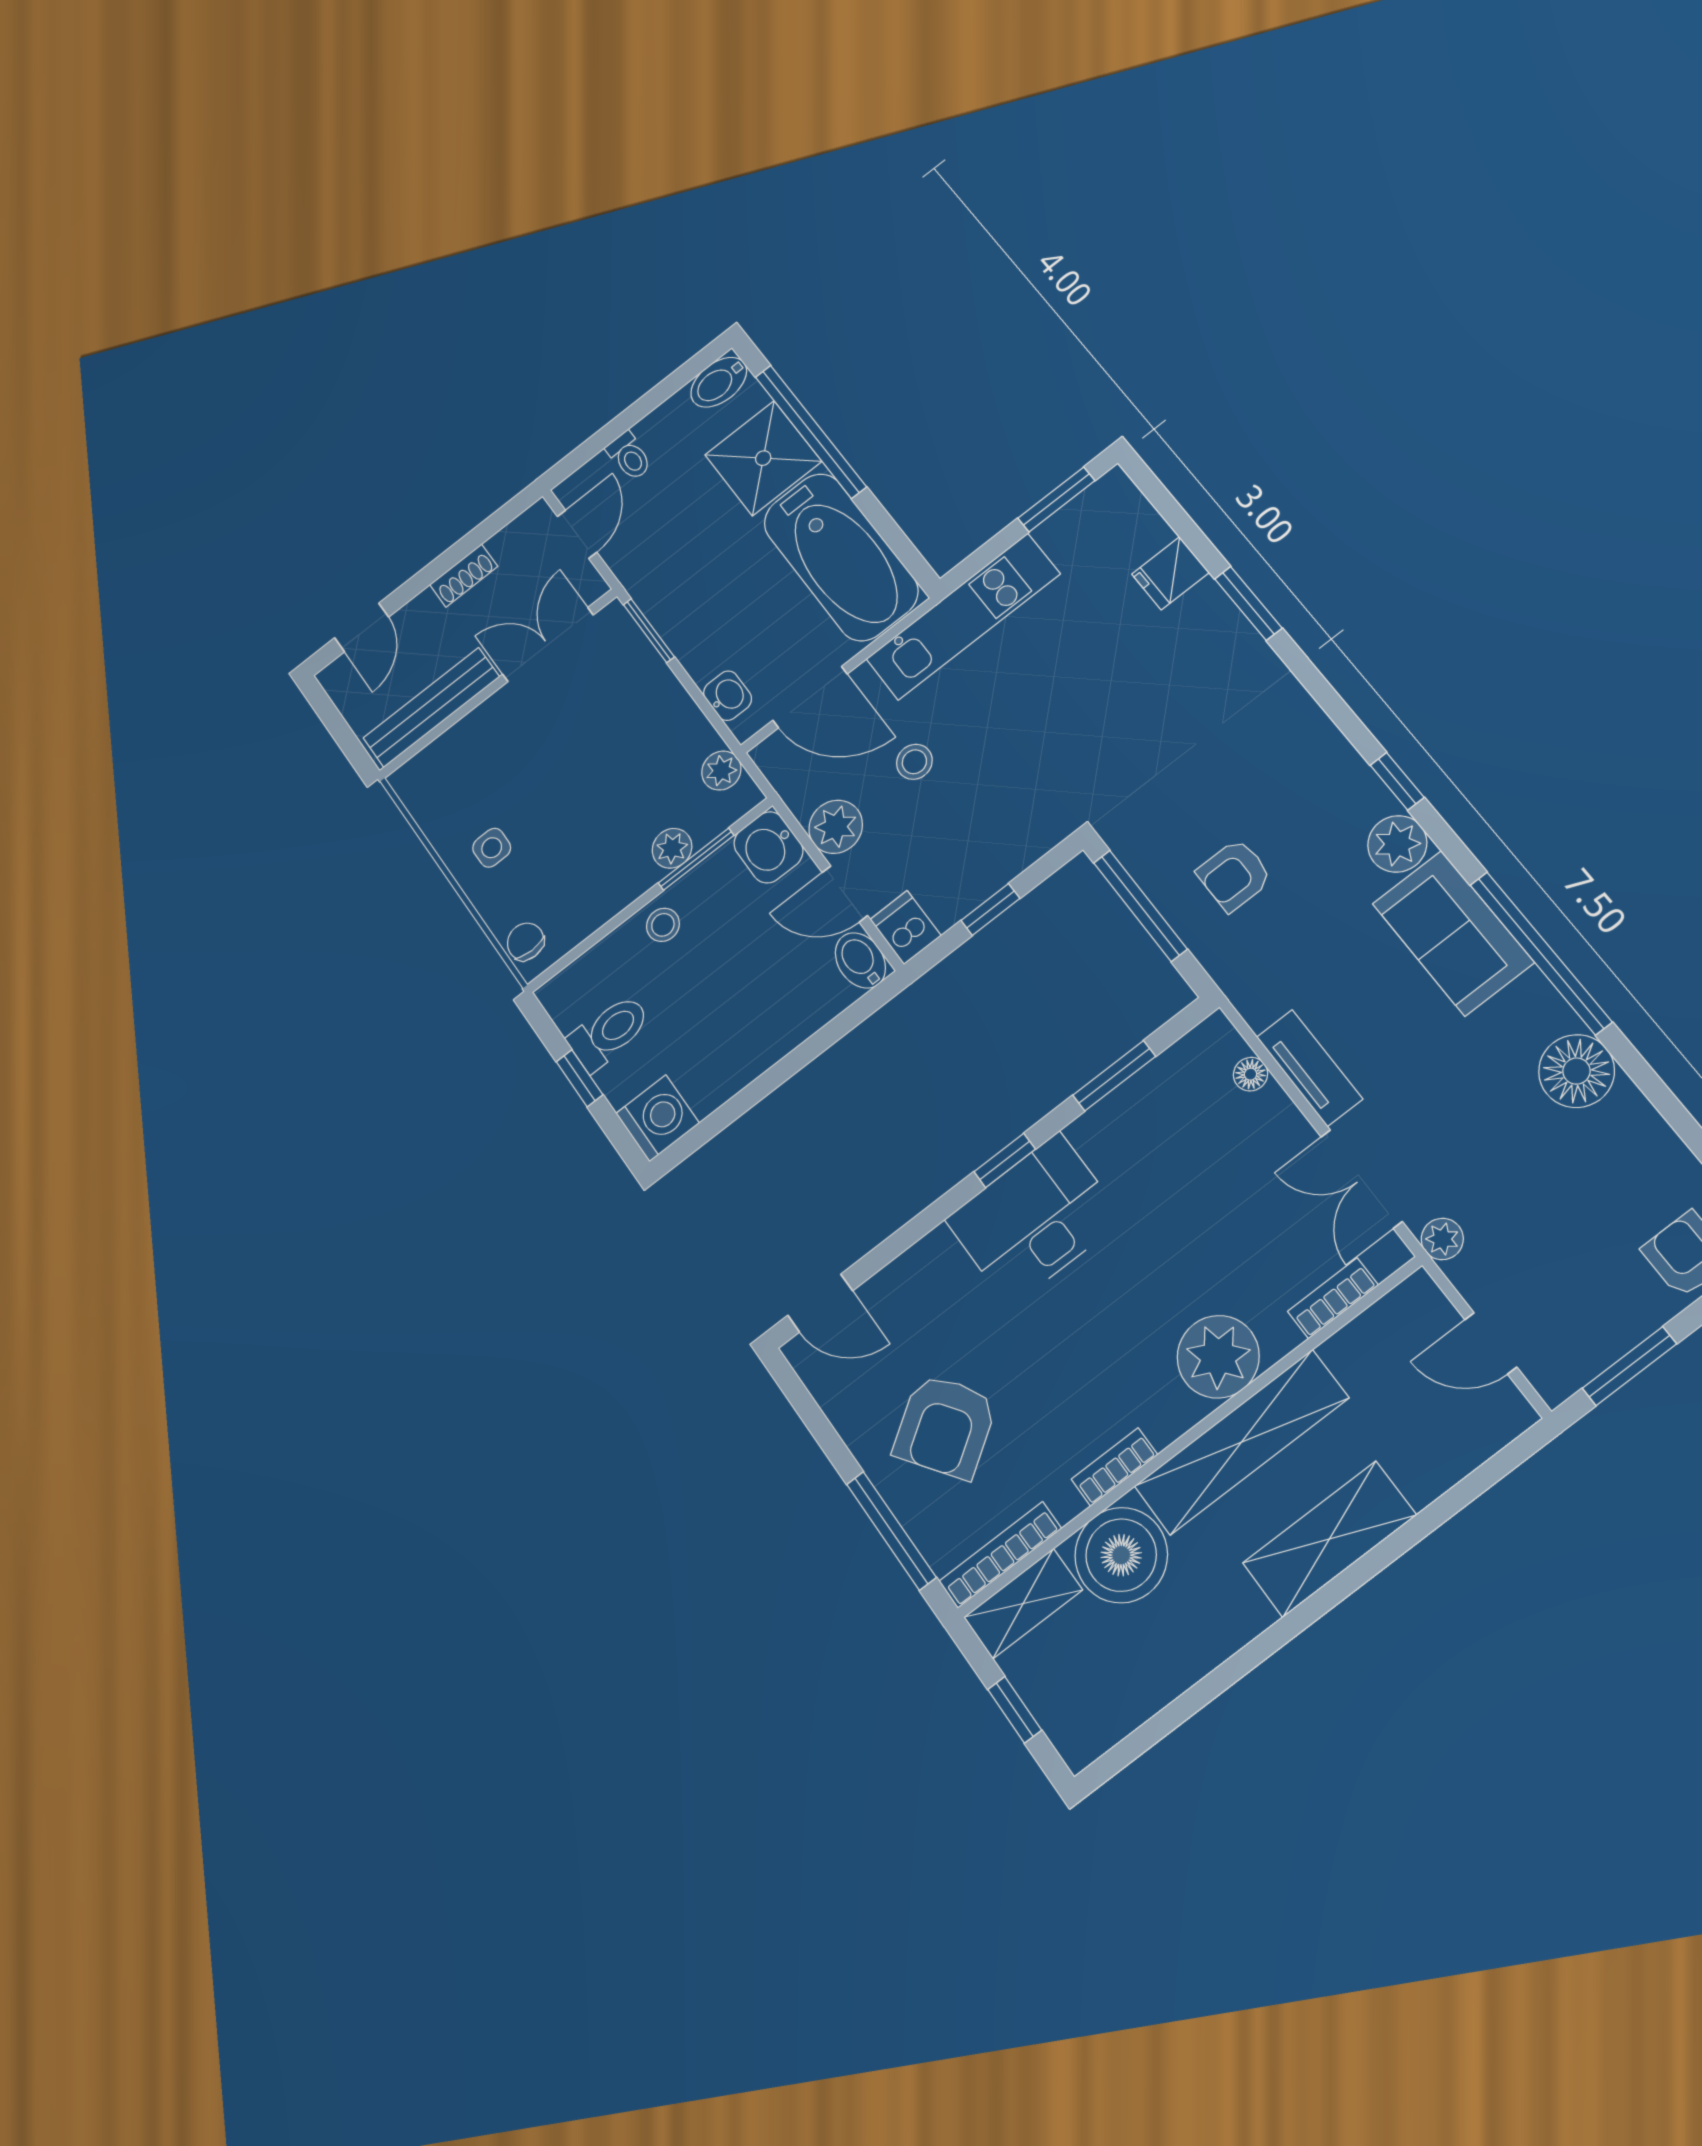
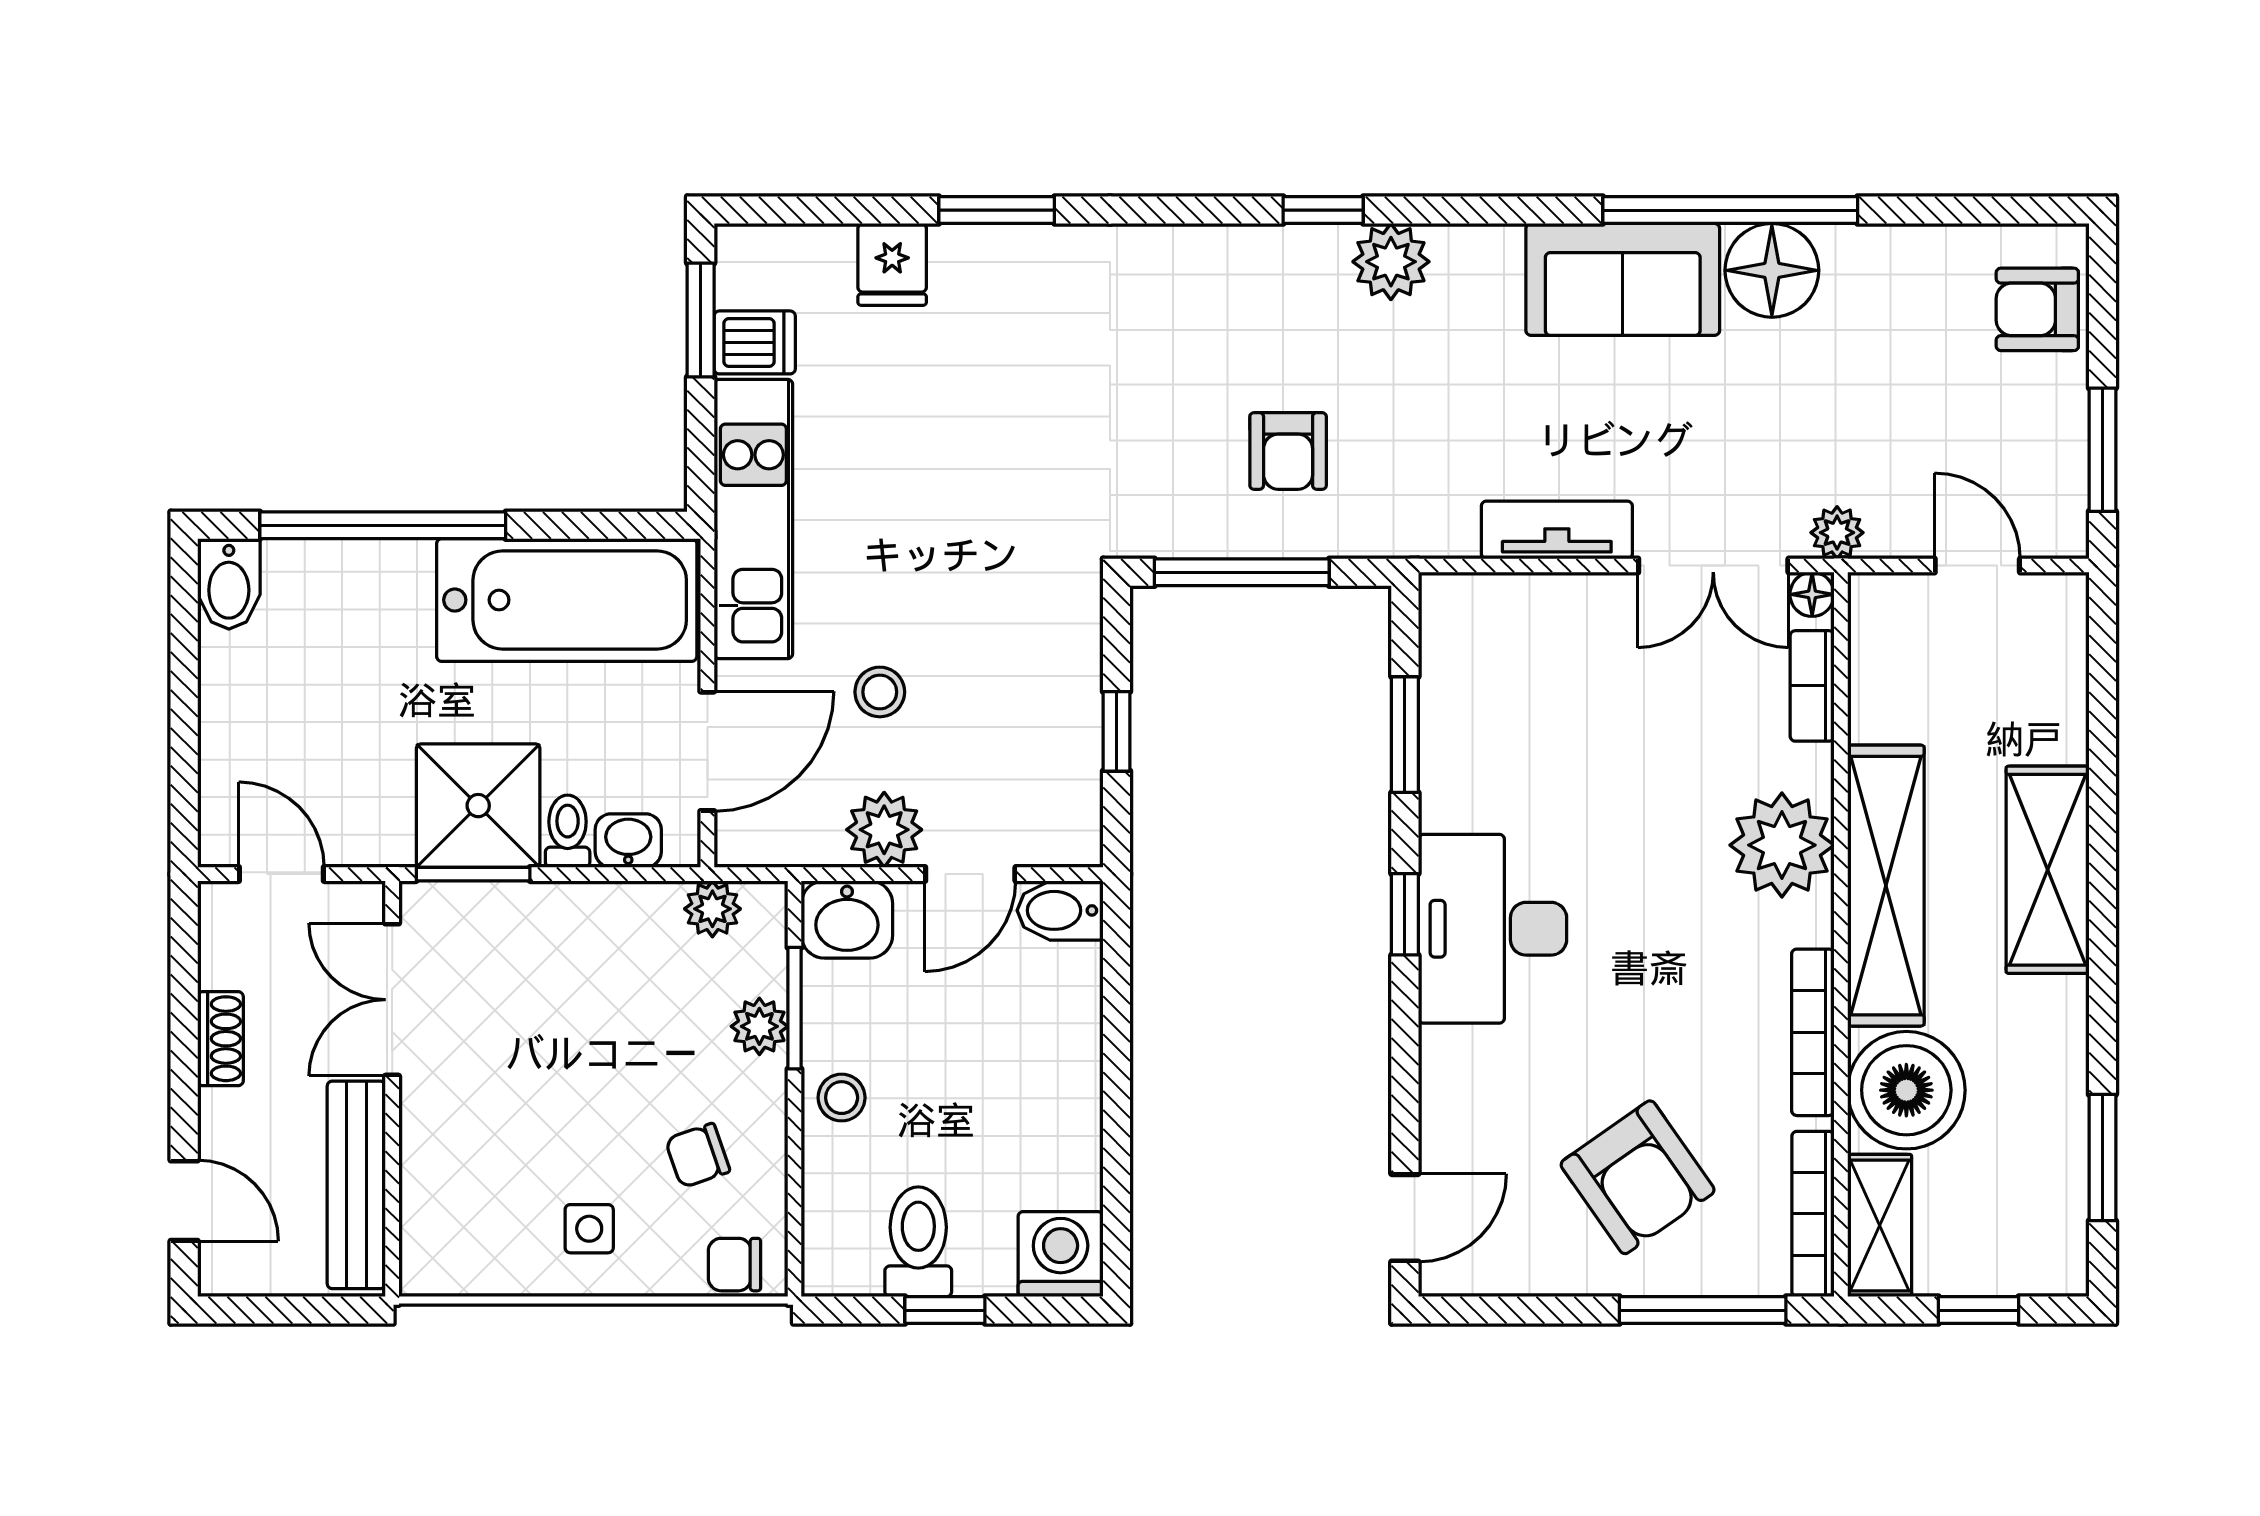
toilet: (629, 456) -> (568, 831), moved, turned -90
shower: (763, 458) -> (478, 806), moved
chair: (574, 873) -> (698, 1155), added
dishwasher: (906, 927) -> (755, 342), moved, turned 180
sofa: (1453, 933) -> (1623, 279), moved
window: (1541, 953) -> (1730, 210), moved
floor lamp: (1251, 1074) -> (1812, 594), moved
door: (1491, 1343) -> (1977, 566), swing flipped
bookcase: (1115, 1467) -> (1813, 1032), width x1.56
window: (1170, 1718) -> (2102, 1158), added

